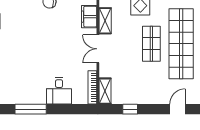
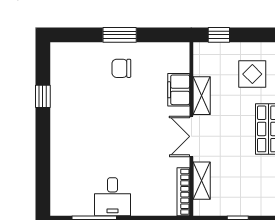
desk: (59, 91) -> (112, 197), moved
shelving: (105, 91) -> (202, 181), moved

